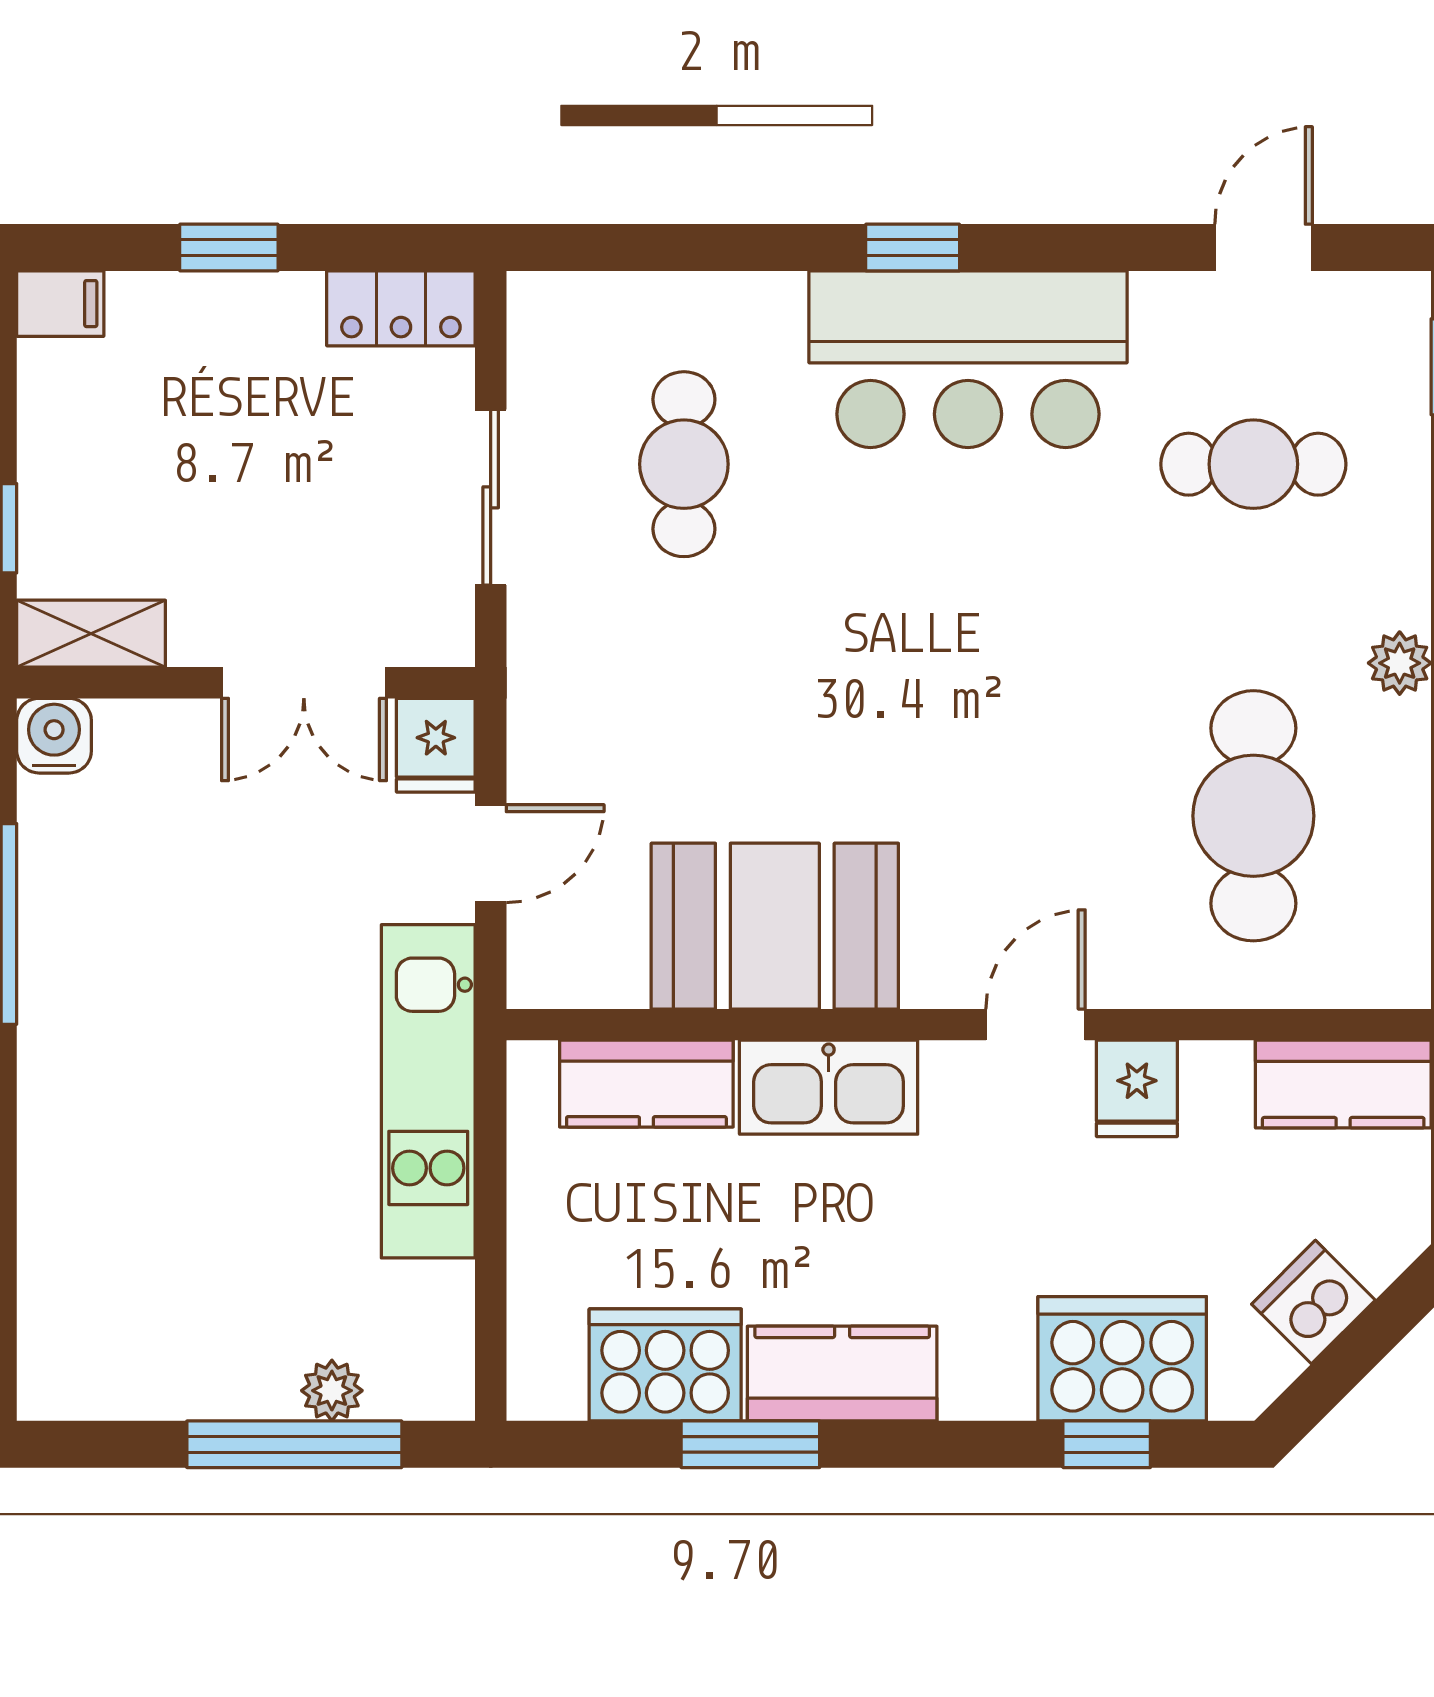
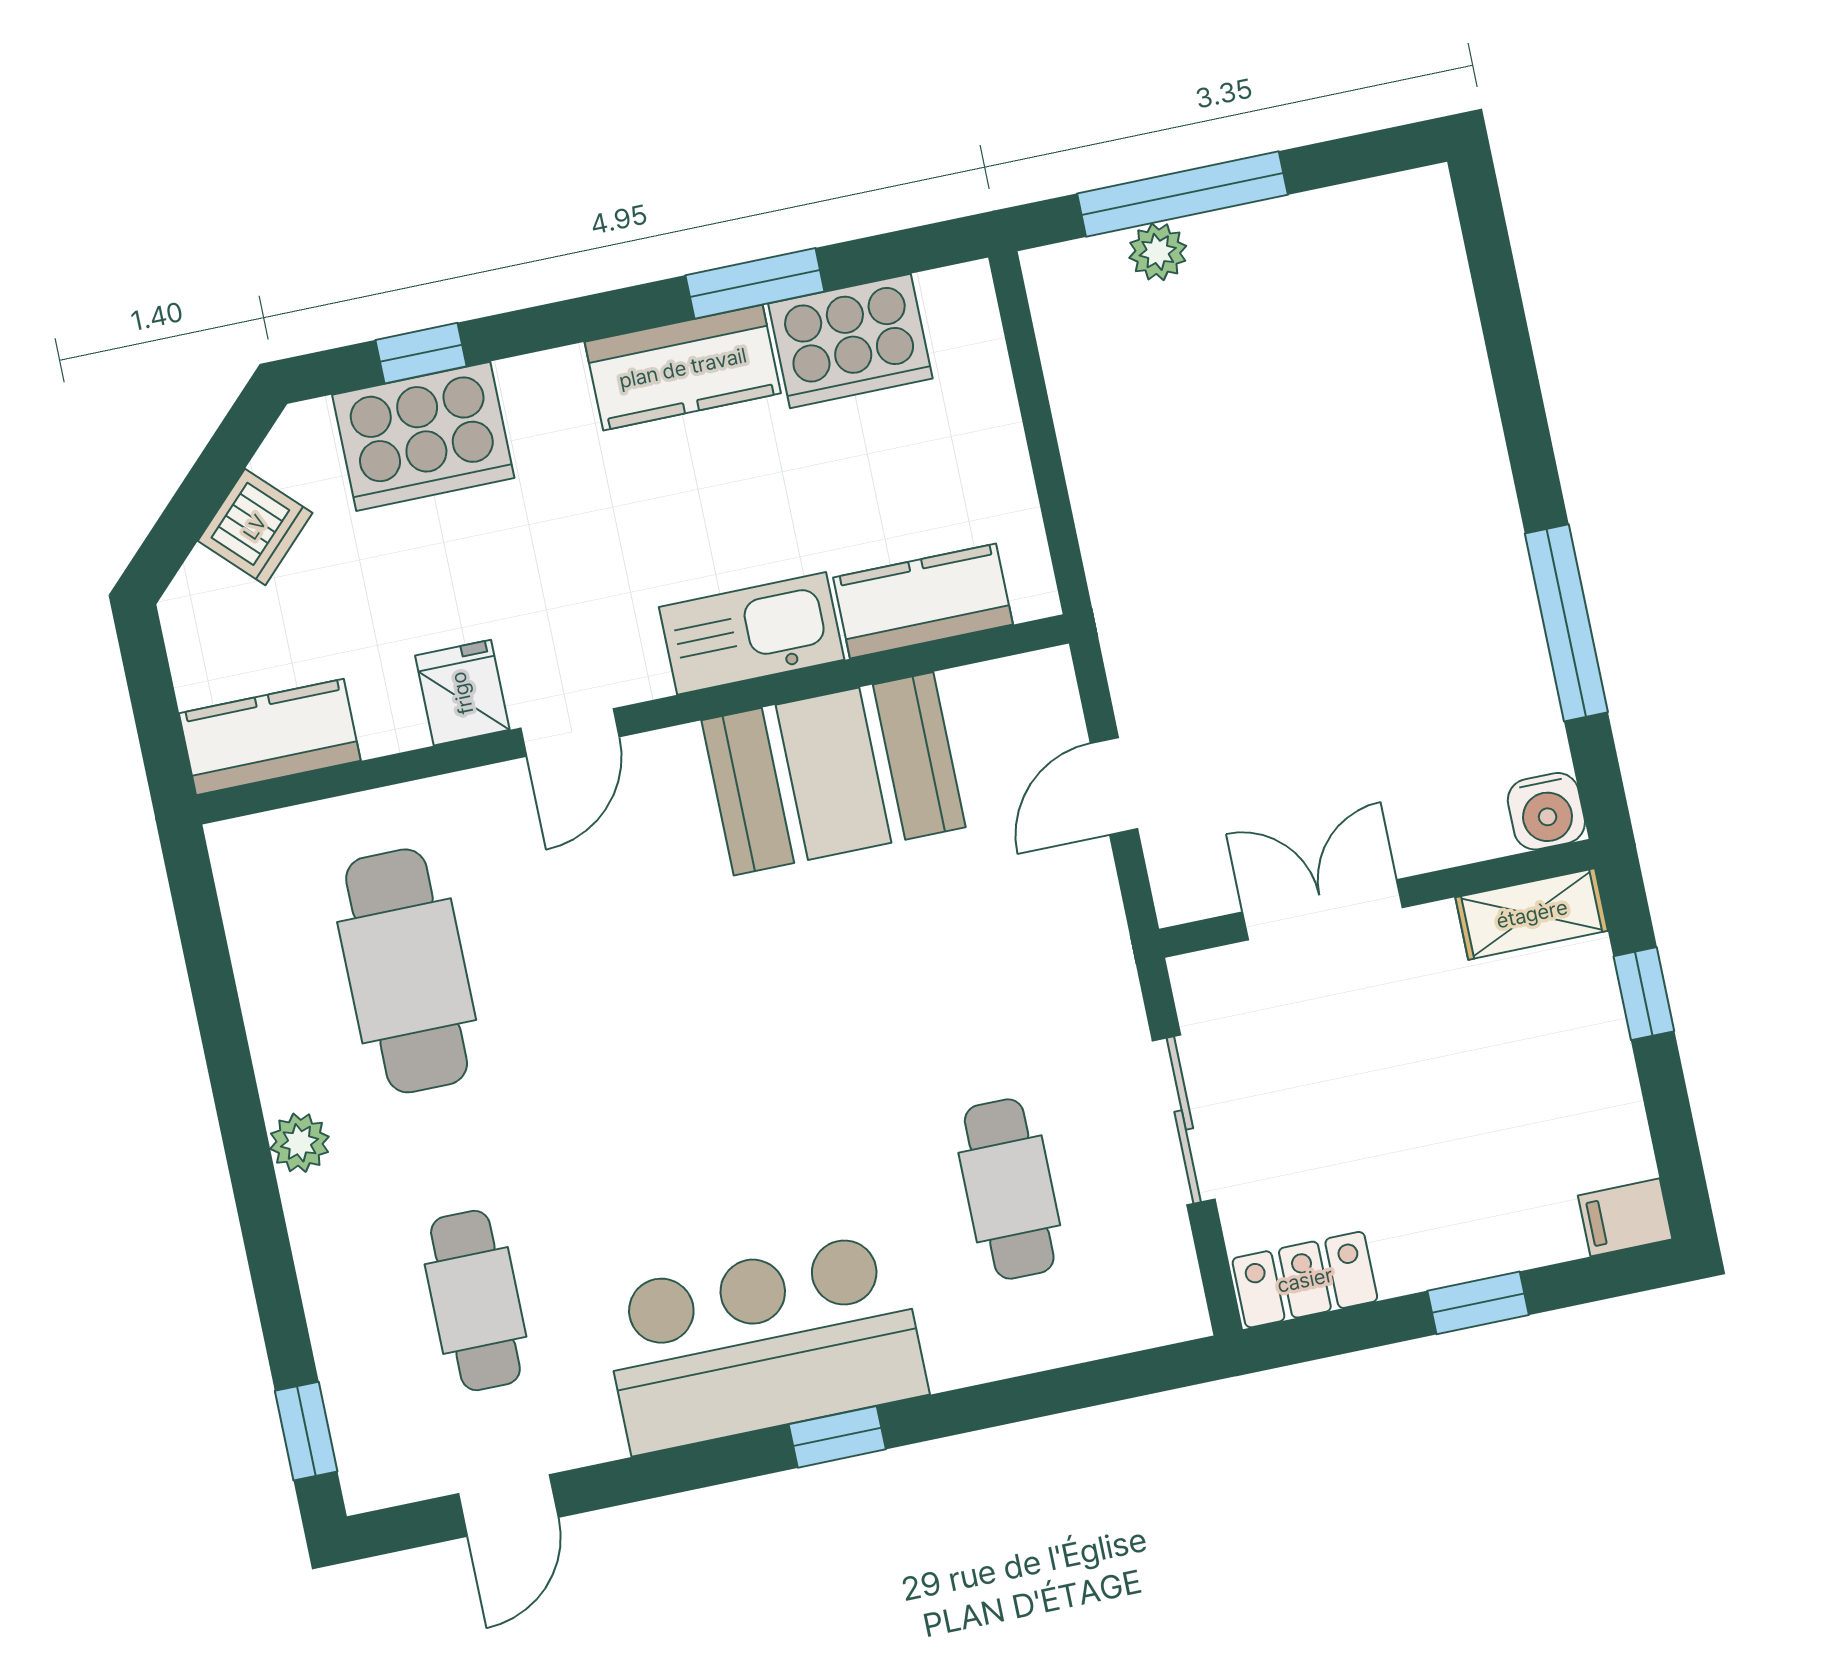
cafe table: (1253, 464) -> (475, 1300), turned 90
fridge: (436, 745) -> (1187, 877), removed
kitchen unit: (428, 1091) -> (1126, 551), removed

